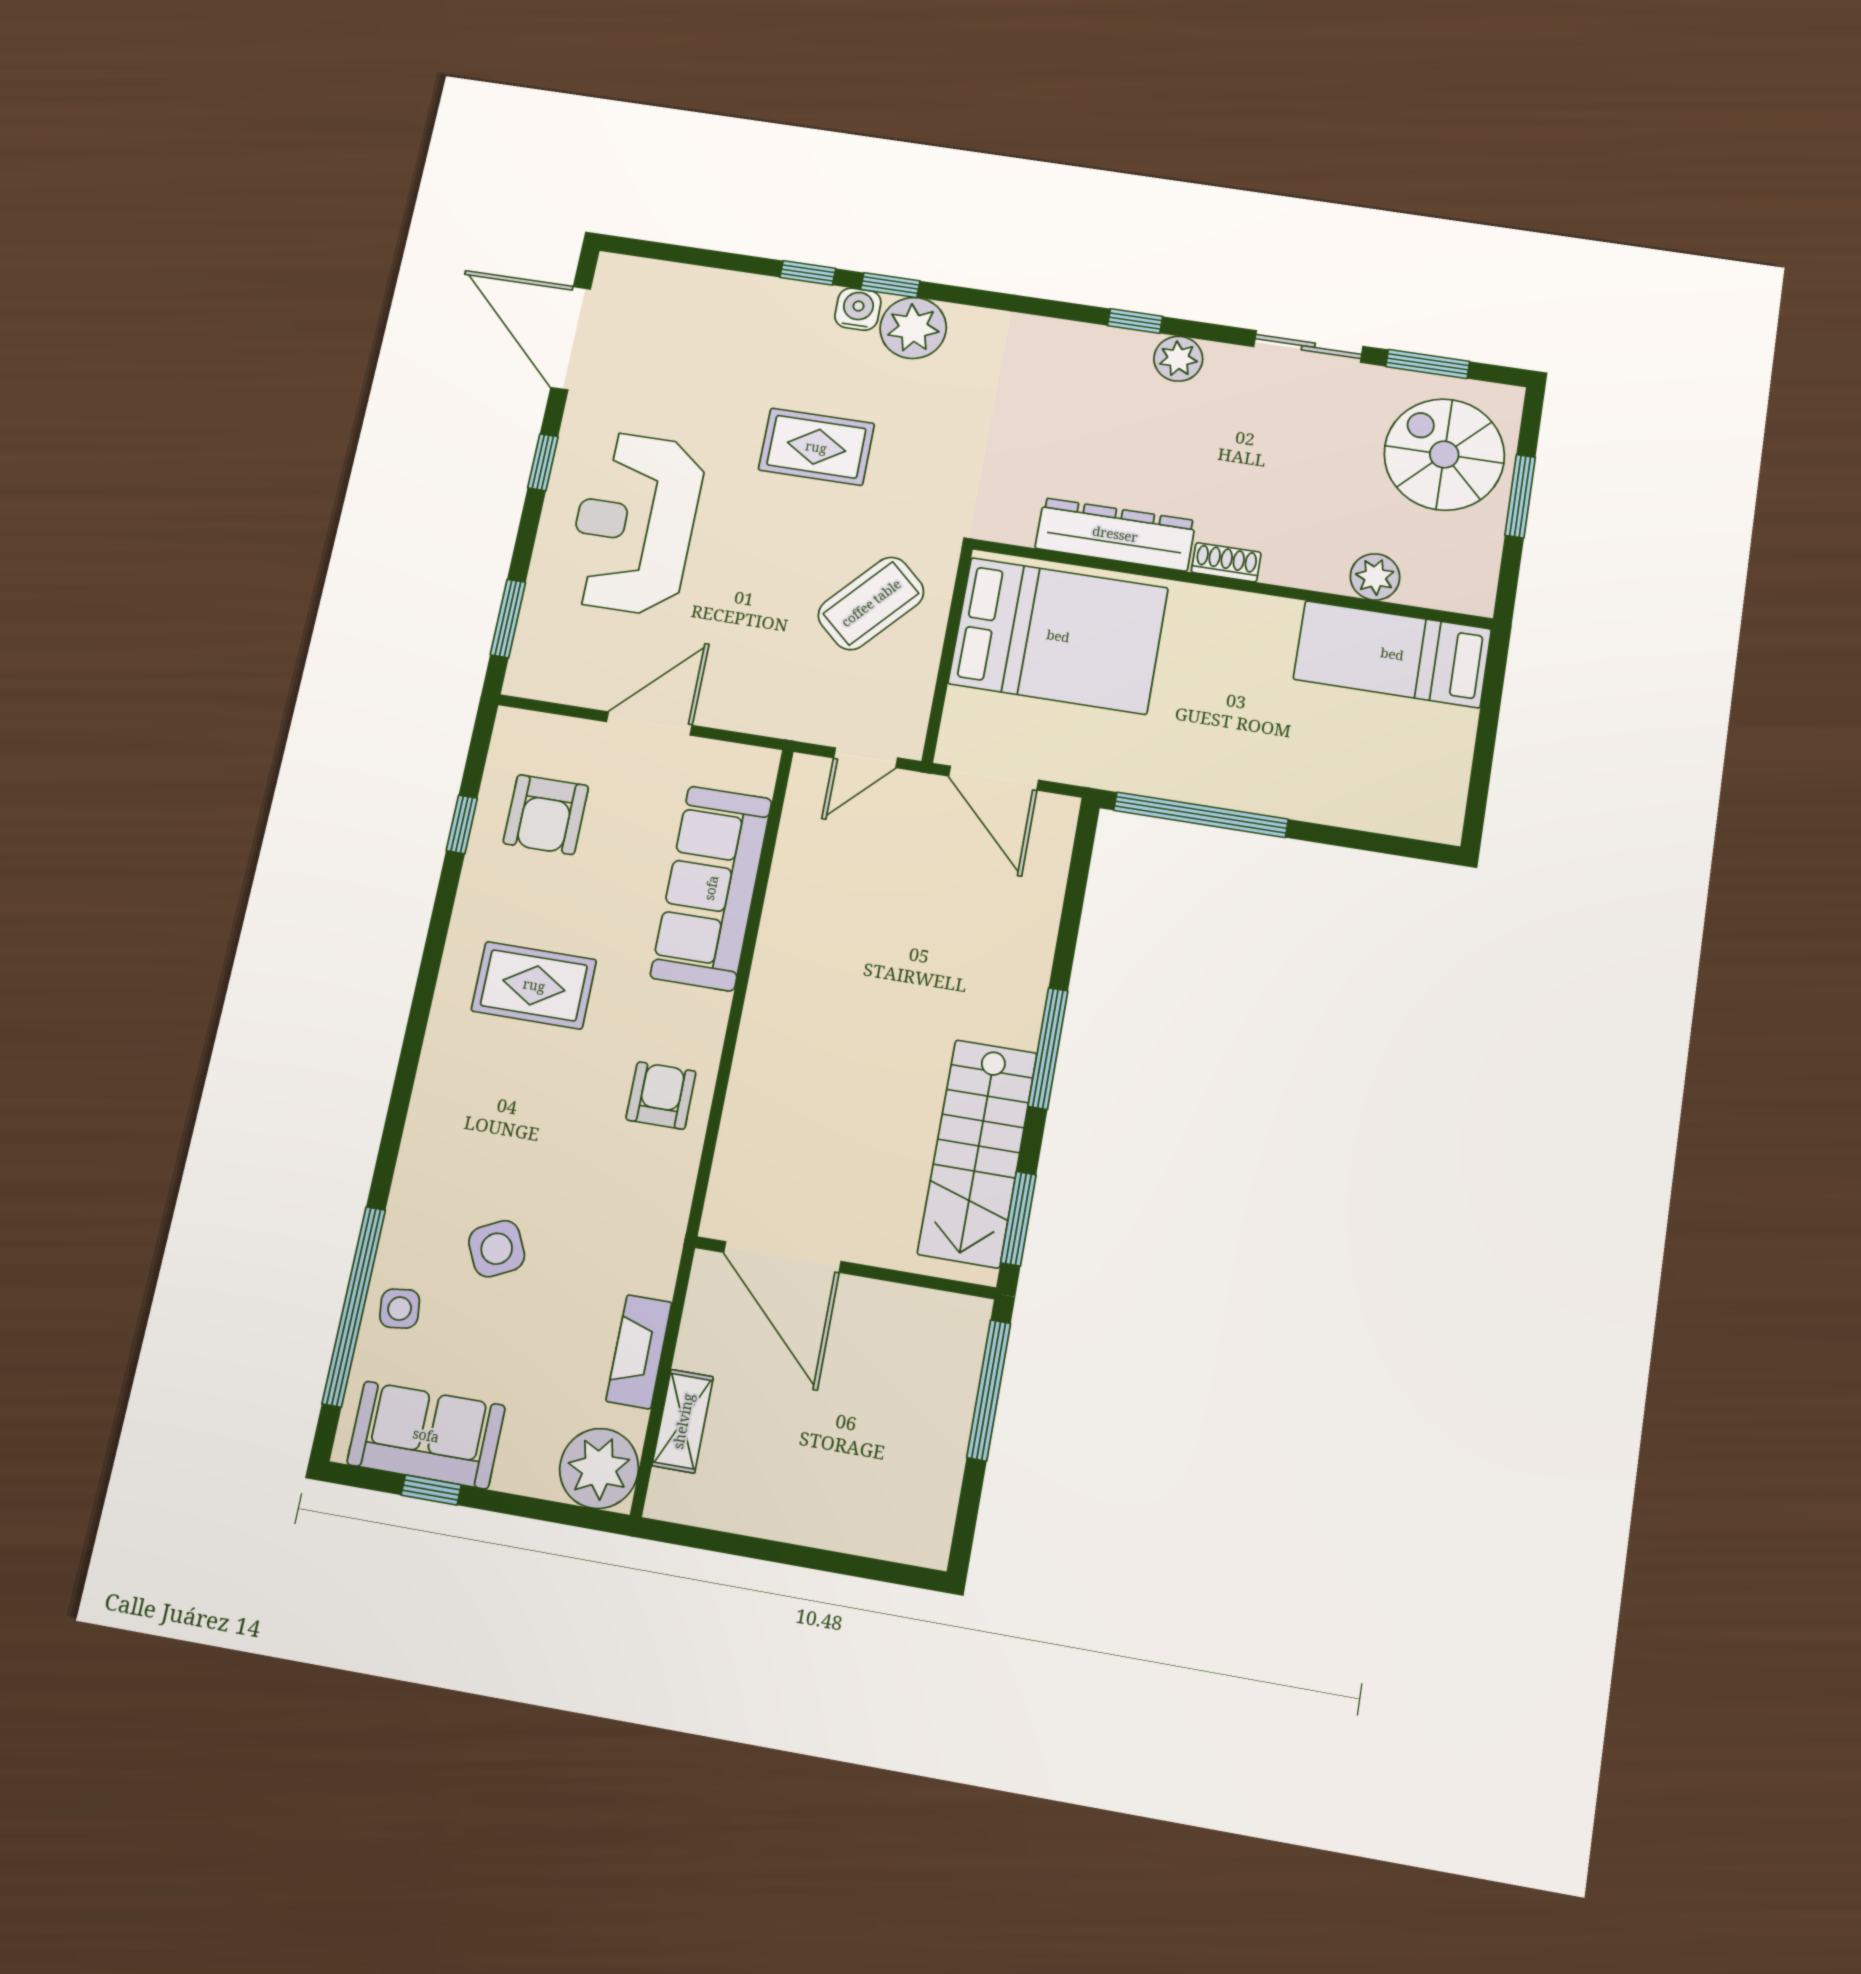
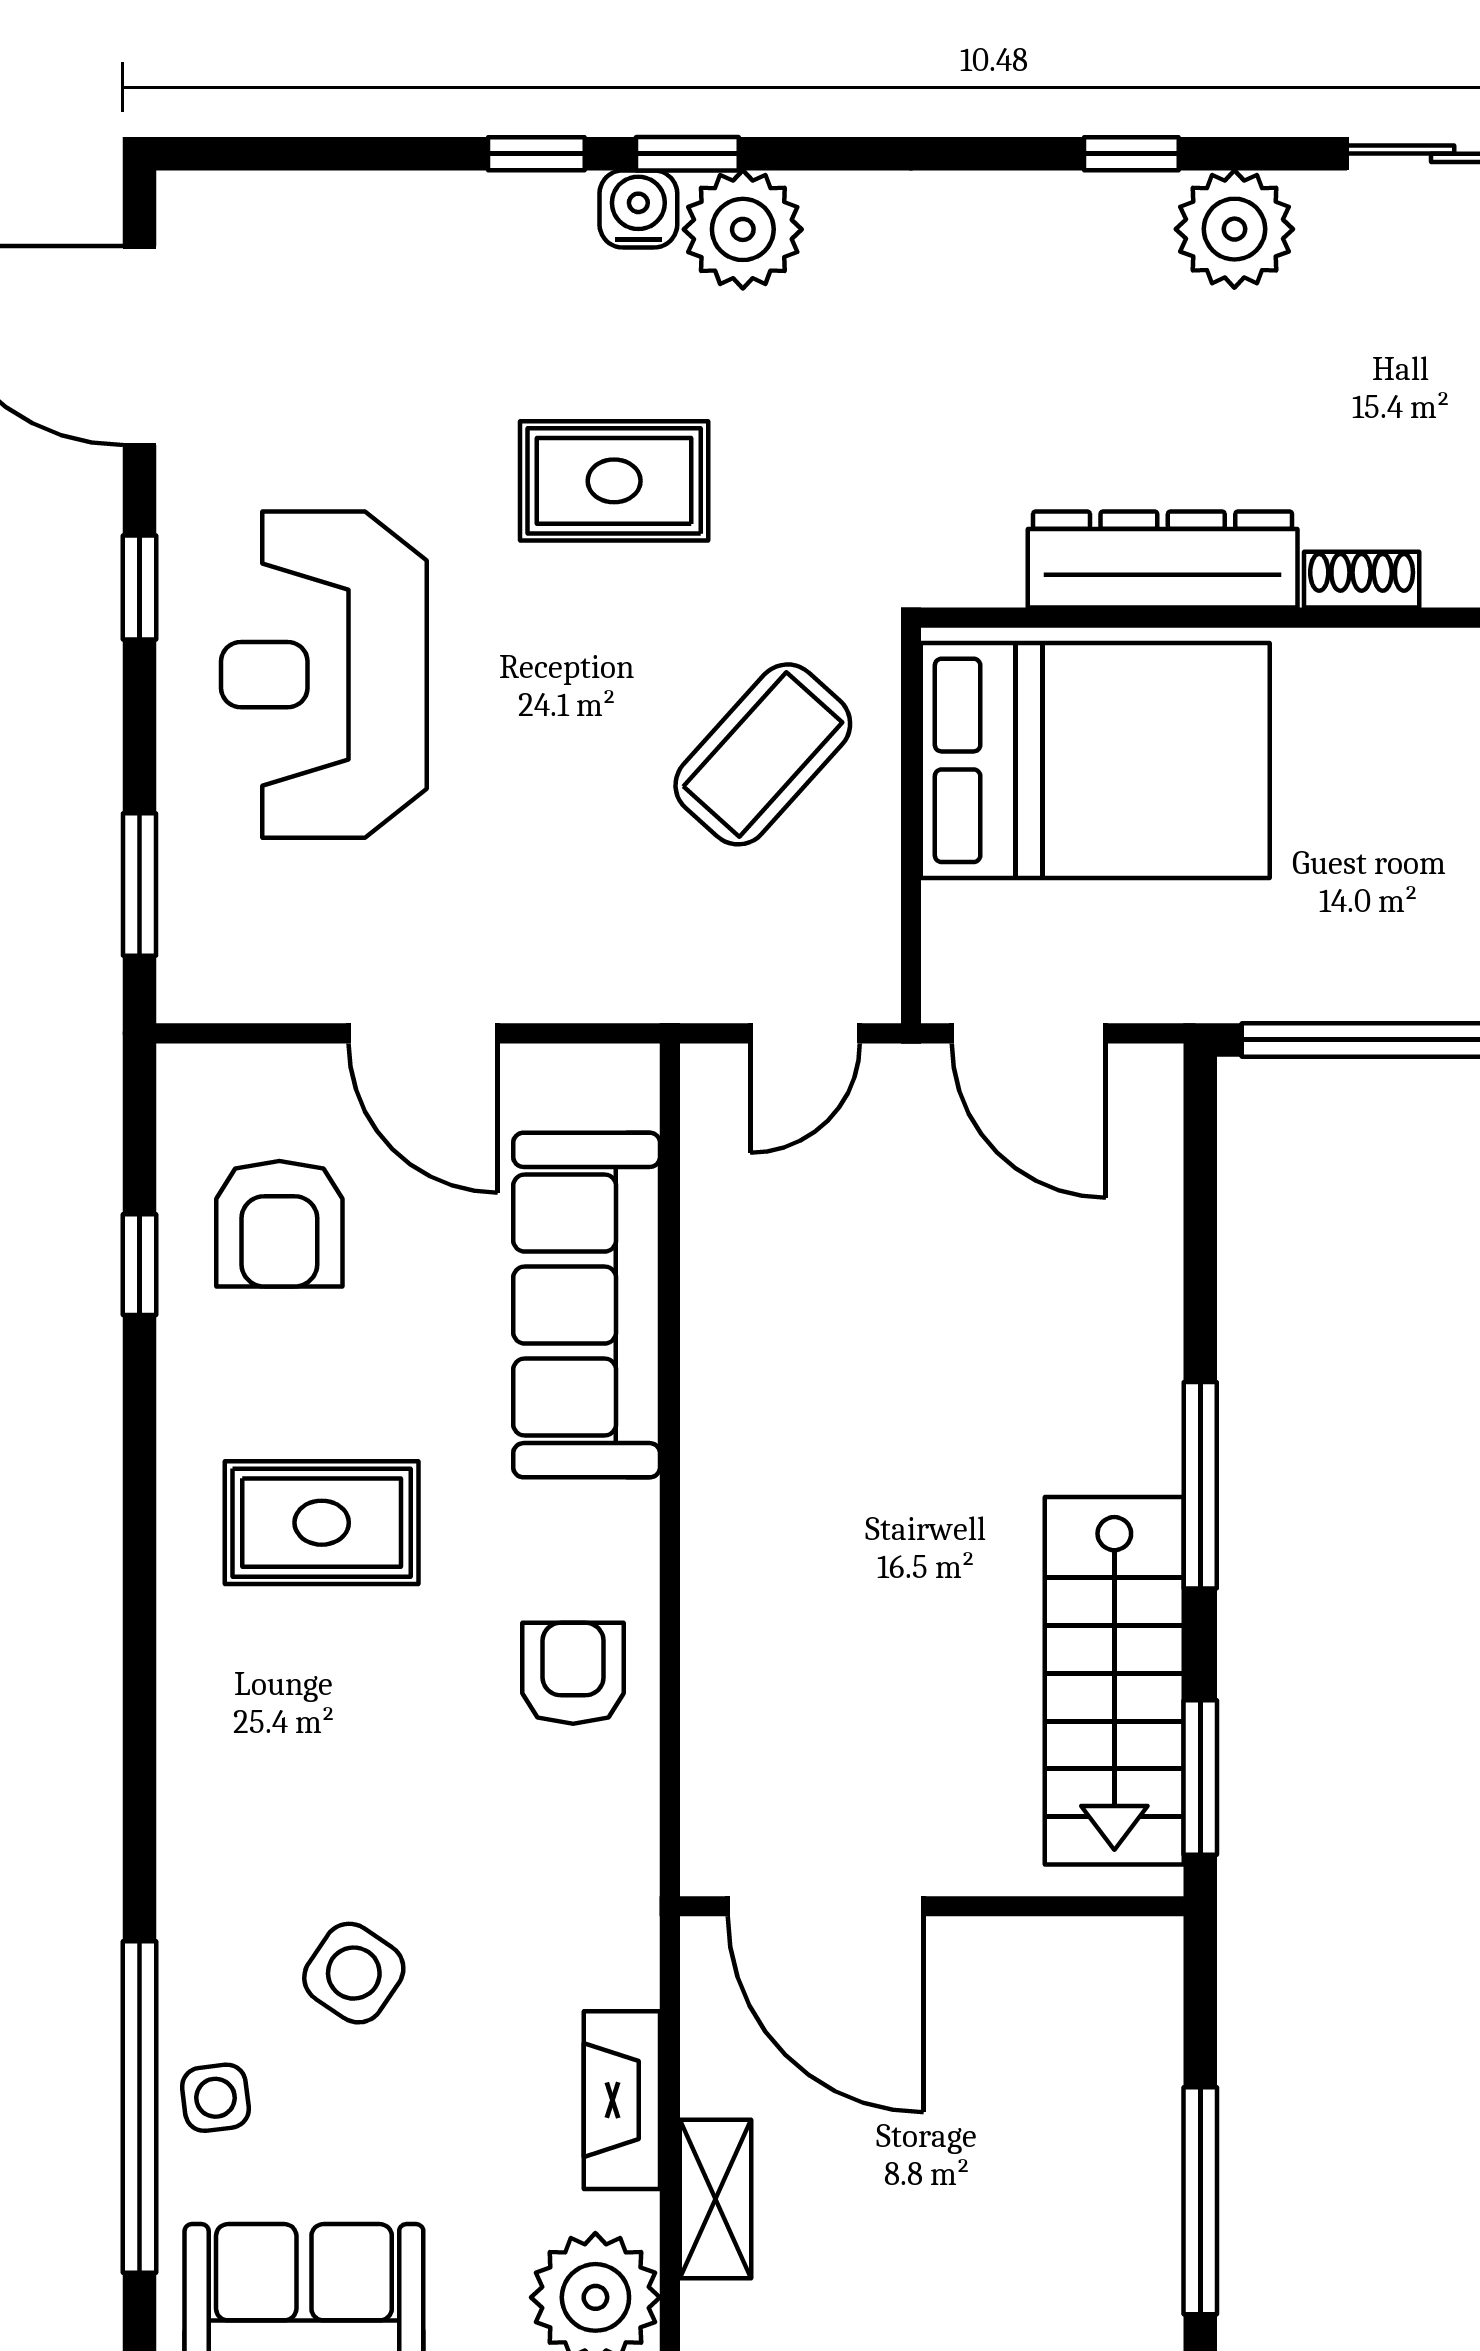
plant: (1178, 359) -> (1234, 229), width x1.36, depth x1.36
door: (649, 724) -> (423, 1033), swing flipped
side table: (497, 1249) -> (354, 1973), turned -30
window: (989, 1390) -> (1200, 2201), moved

